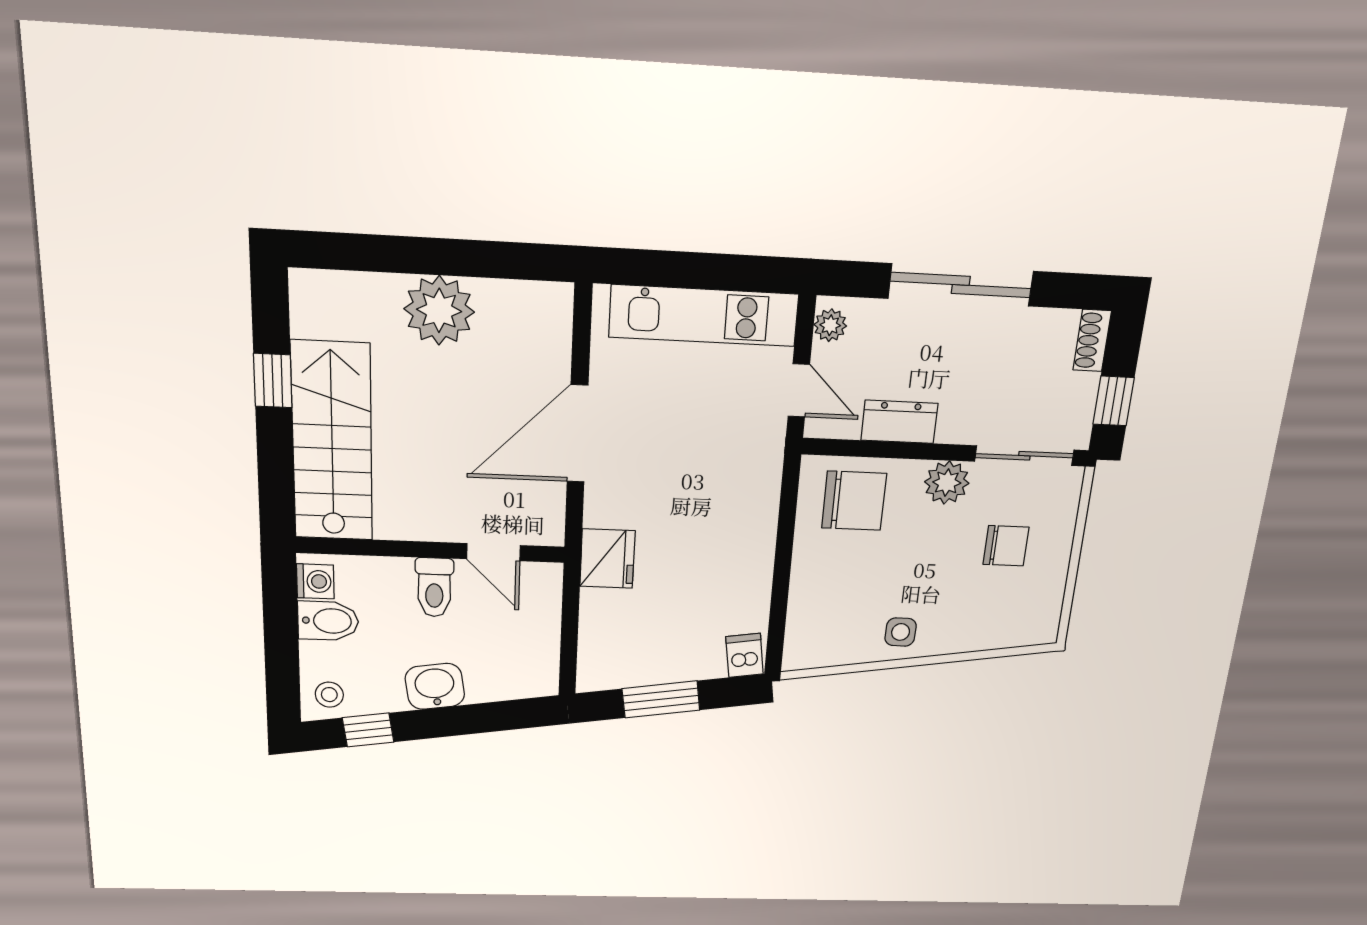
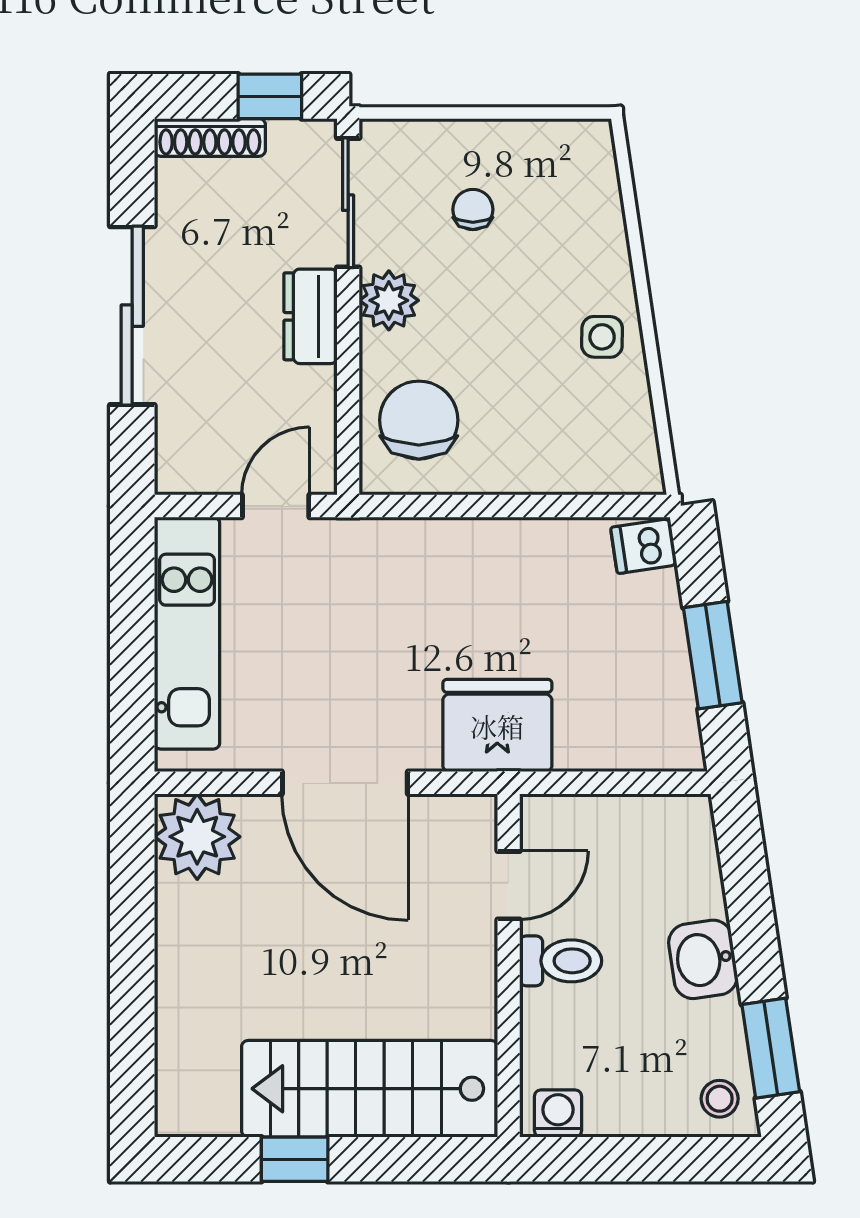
plant: (439, 310) -> (197, 837), moved
plant: (830, 325) -> (191, 474), removed
shoe rack: (1092, 340) -> (210, 137), width x1.43
dresser: (899, 422) -> (310, 316), moved
chair: (1006, 546) -> (473, 209), width x0.73, depth x0.73
fridge: (607, 559) -> (497, 726), width x1.36, depth x1.34
bidet: (328, 621) -> (613, 1098), removed
window: (368, 730) -> (771, 1048), width x1.50

